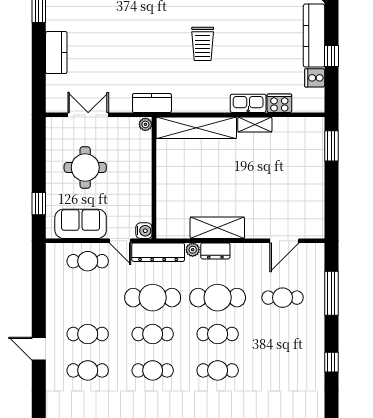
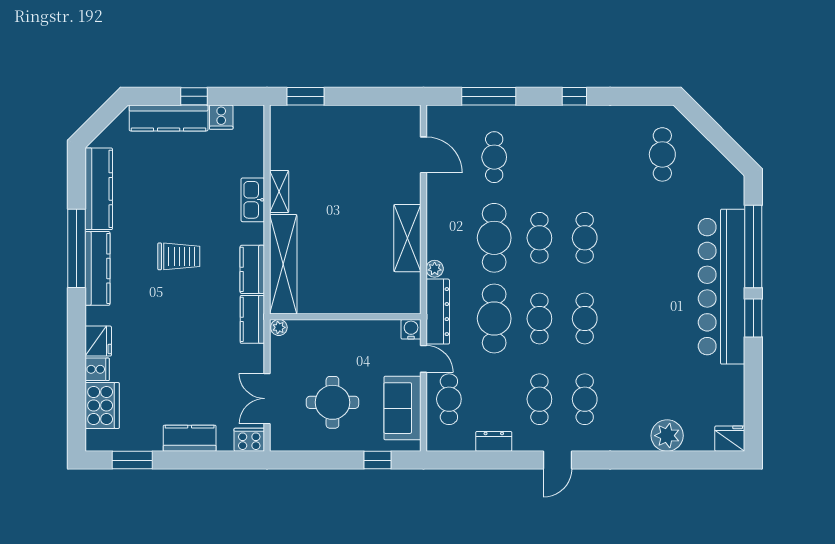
kitchen counter: (192, 103) -> (252, 269), added
cooker: (279, 103) -> (249, 440), moved, turned 90
door: (120, 241) -> (424, 359), hinge flipped
dresser: (215, 251) -> (494, 441), moved, turned -90

